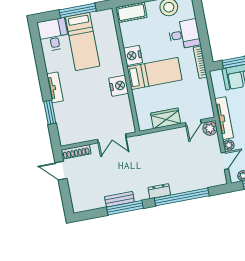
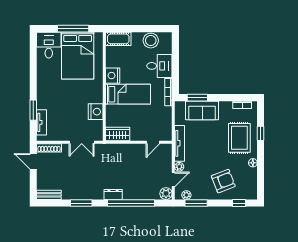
bed: (83, 42) -> (78, 56), width x1.50
nightstand: (119, 86) -> (96, 112), moved
tv unit: (55, 87) -> (42, 122), moved
wardrobe: (166, 118) -> (118, 134), moved
plant: (210, 128) -> (166, 194), moved
bench: (119, 199) -> (49, 195), moved
window: (125, 208) -> (81, 203), width x0.69

